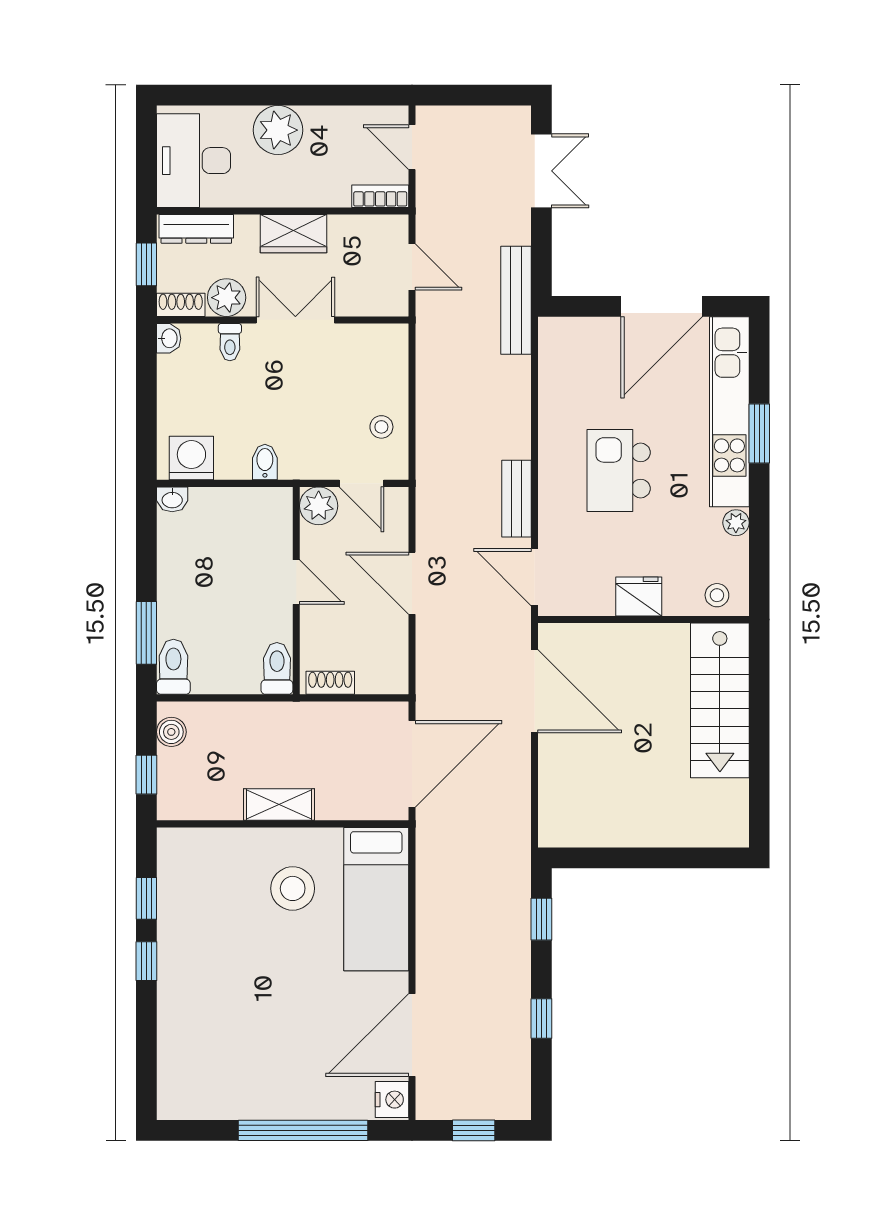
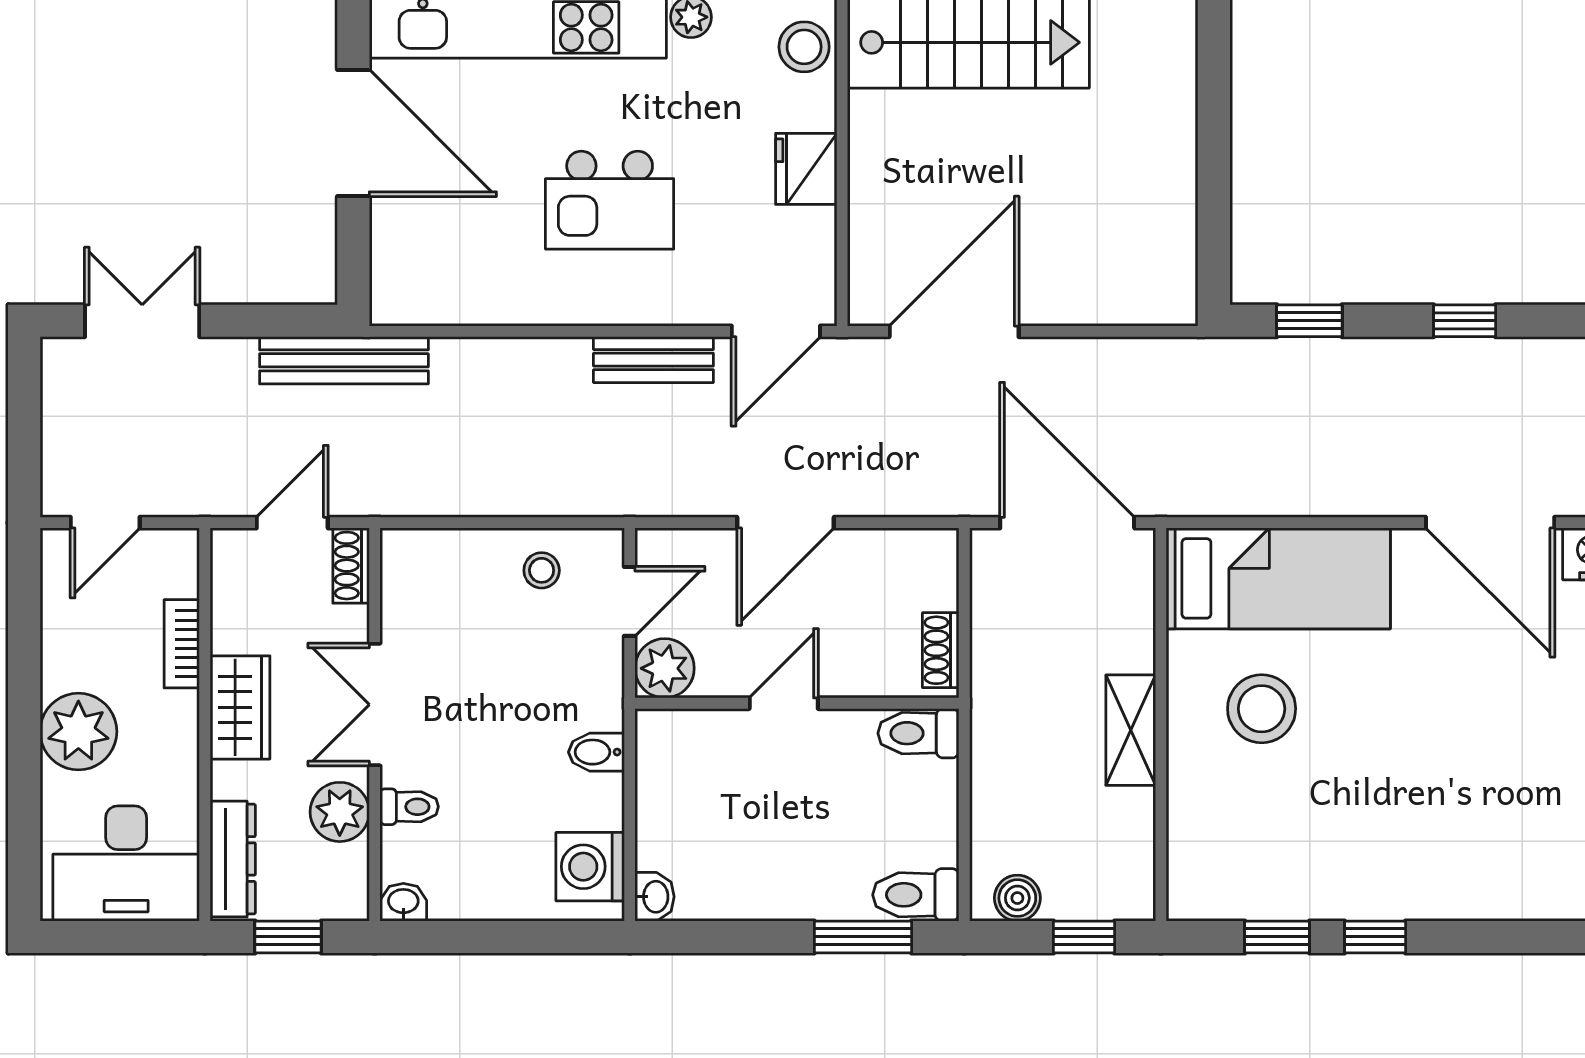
bookcase: (380, 196) -> (182, 644), moved
shoe rack: (181, 305) -> (351, 566), moved
stool: (717, 595) -> (804, 47), width x1.37, depth x1.37

